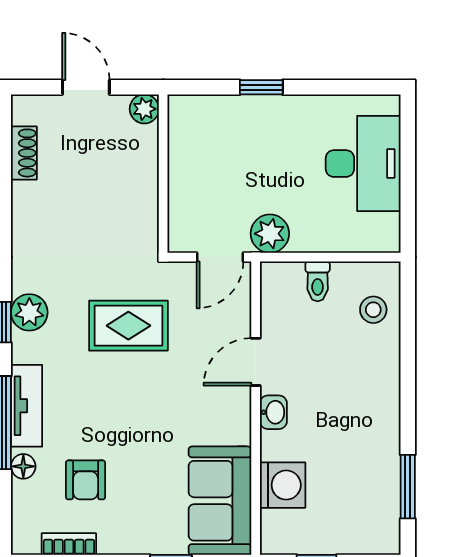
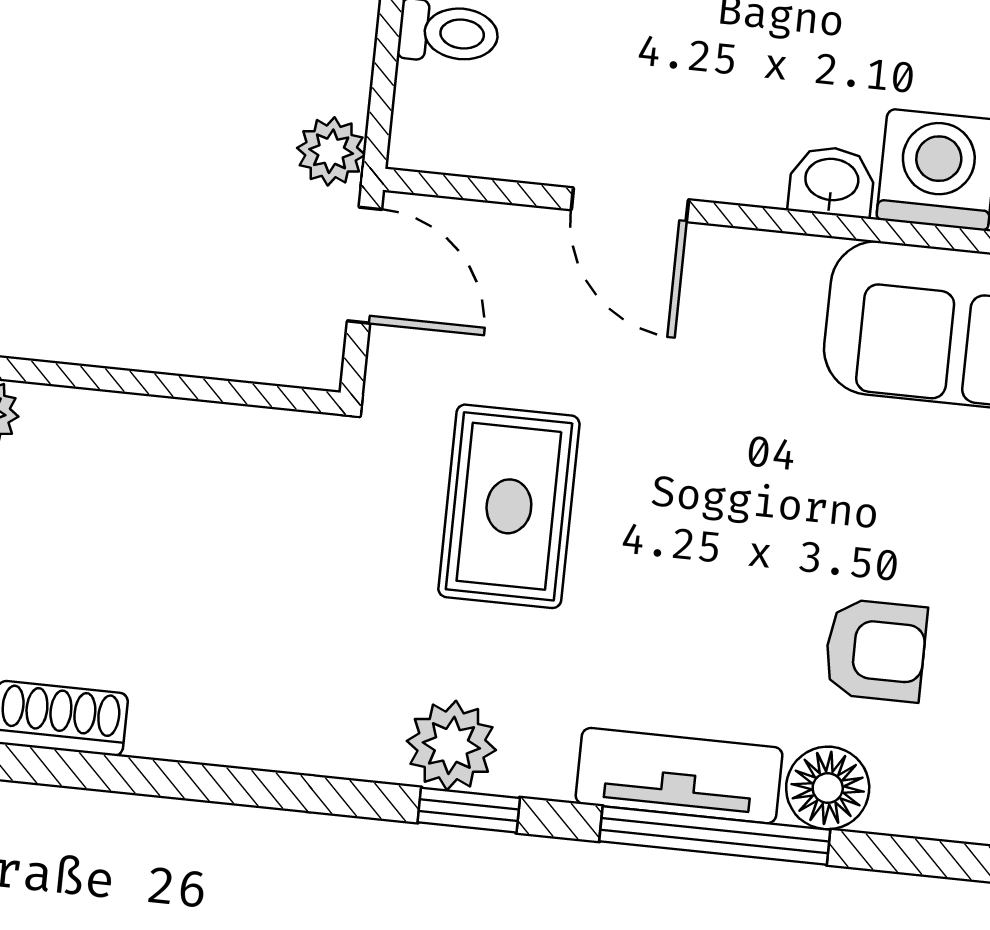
plant: (270, 234) -> (331, 151), width x0.73, depth x0.73
washbasin: (273, 412) -> (832, 181), moved
floor lamp: (23, 466) -> (828, 788), width x1.37, depth x1.37

